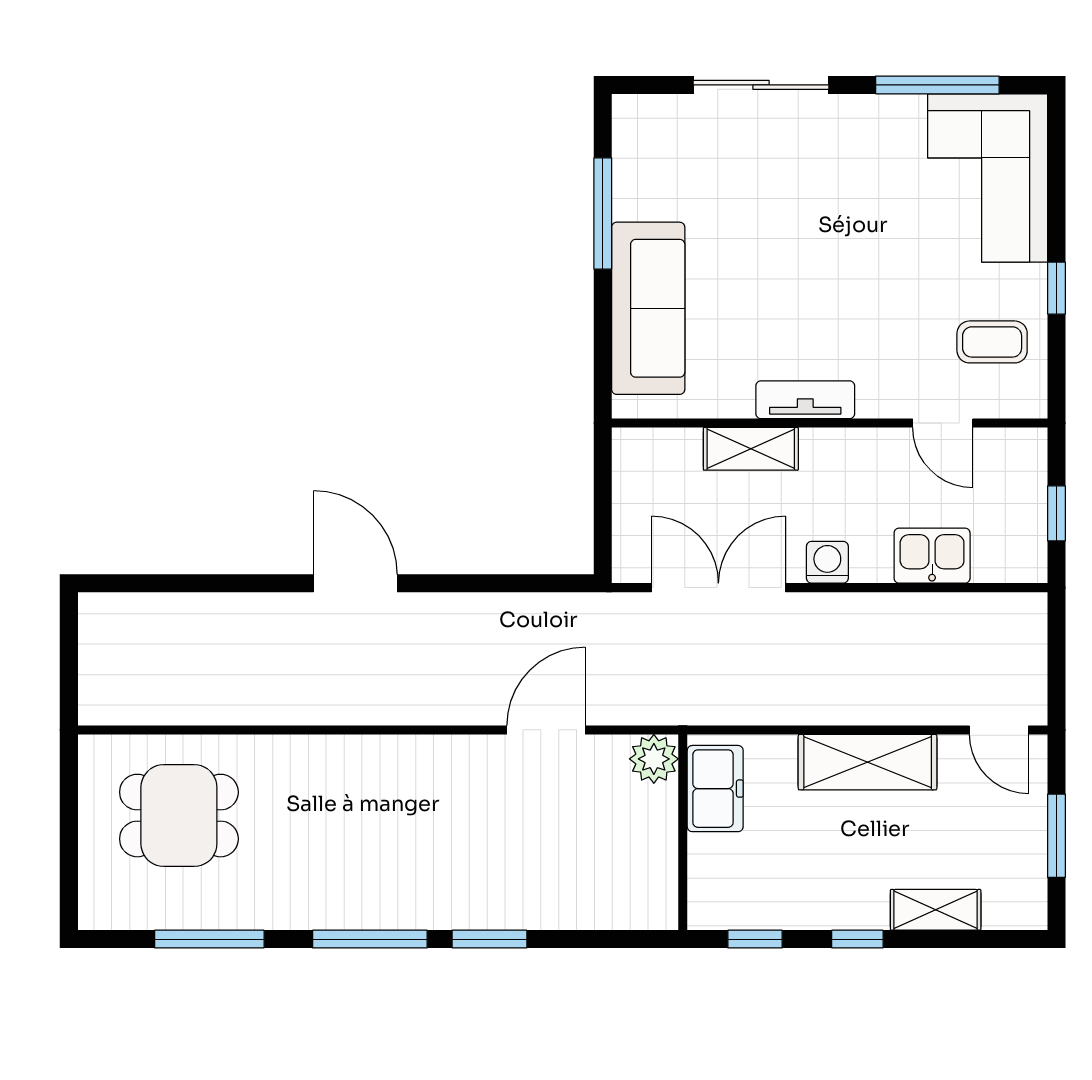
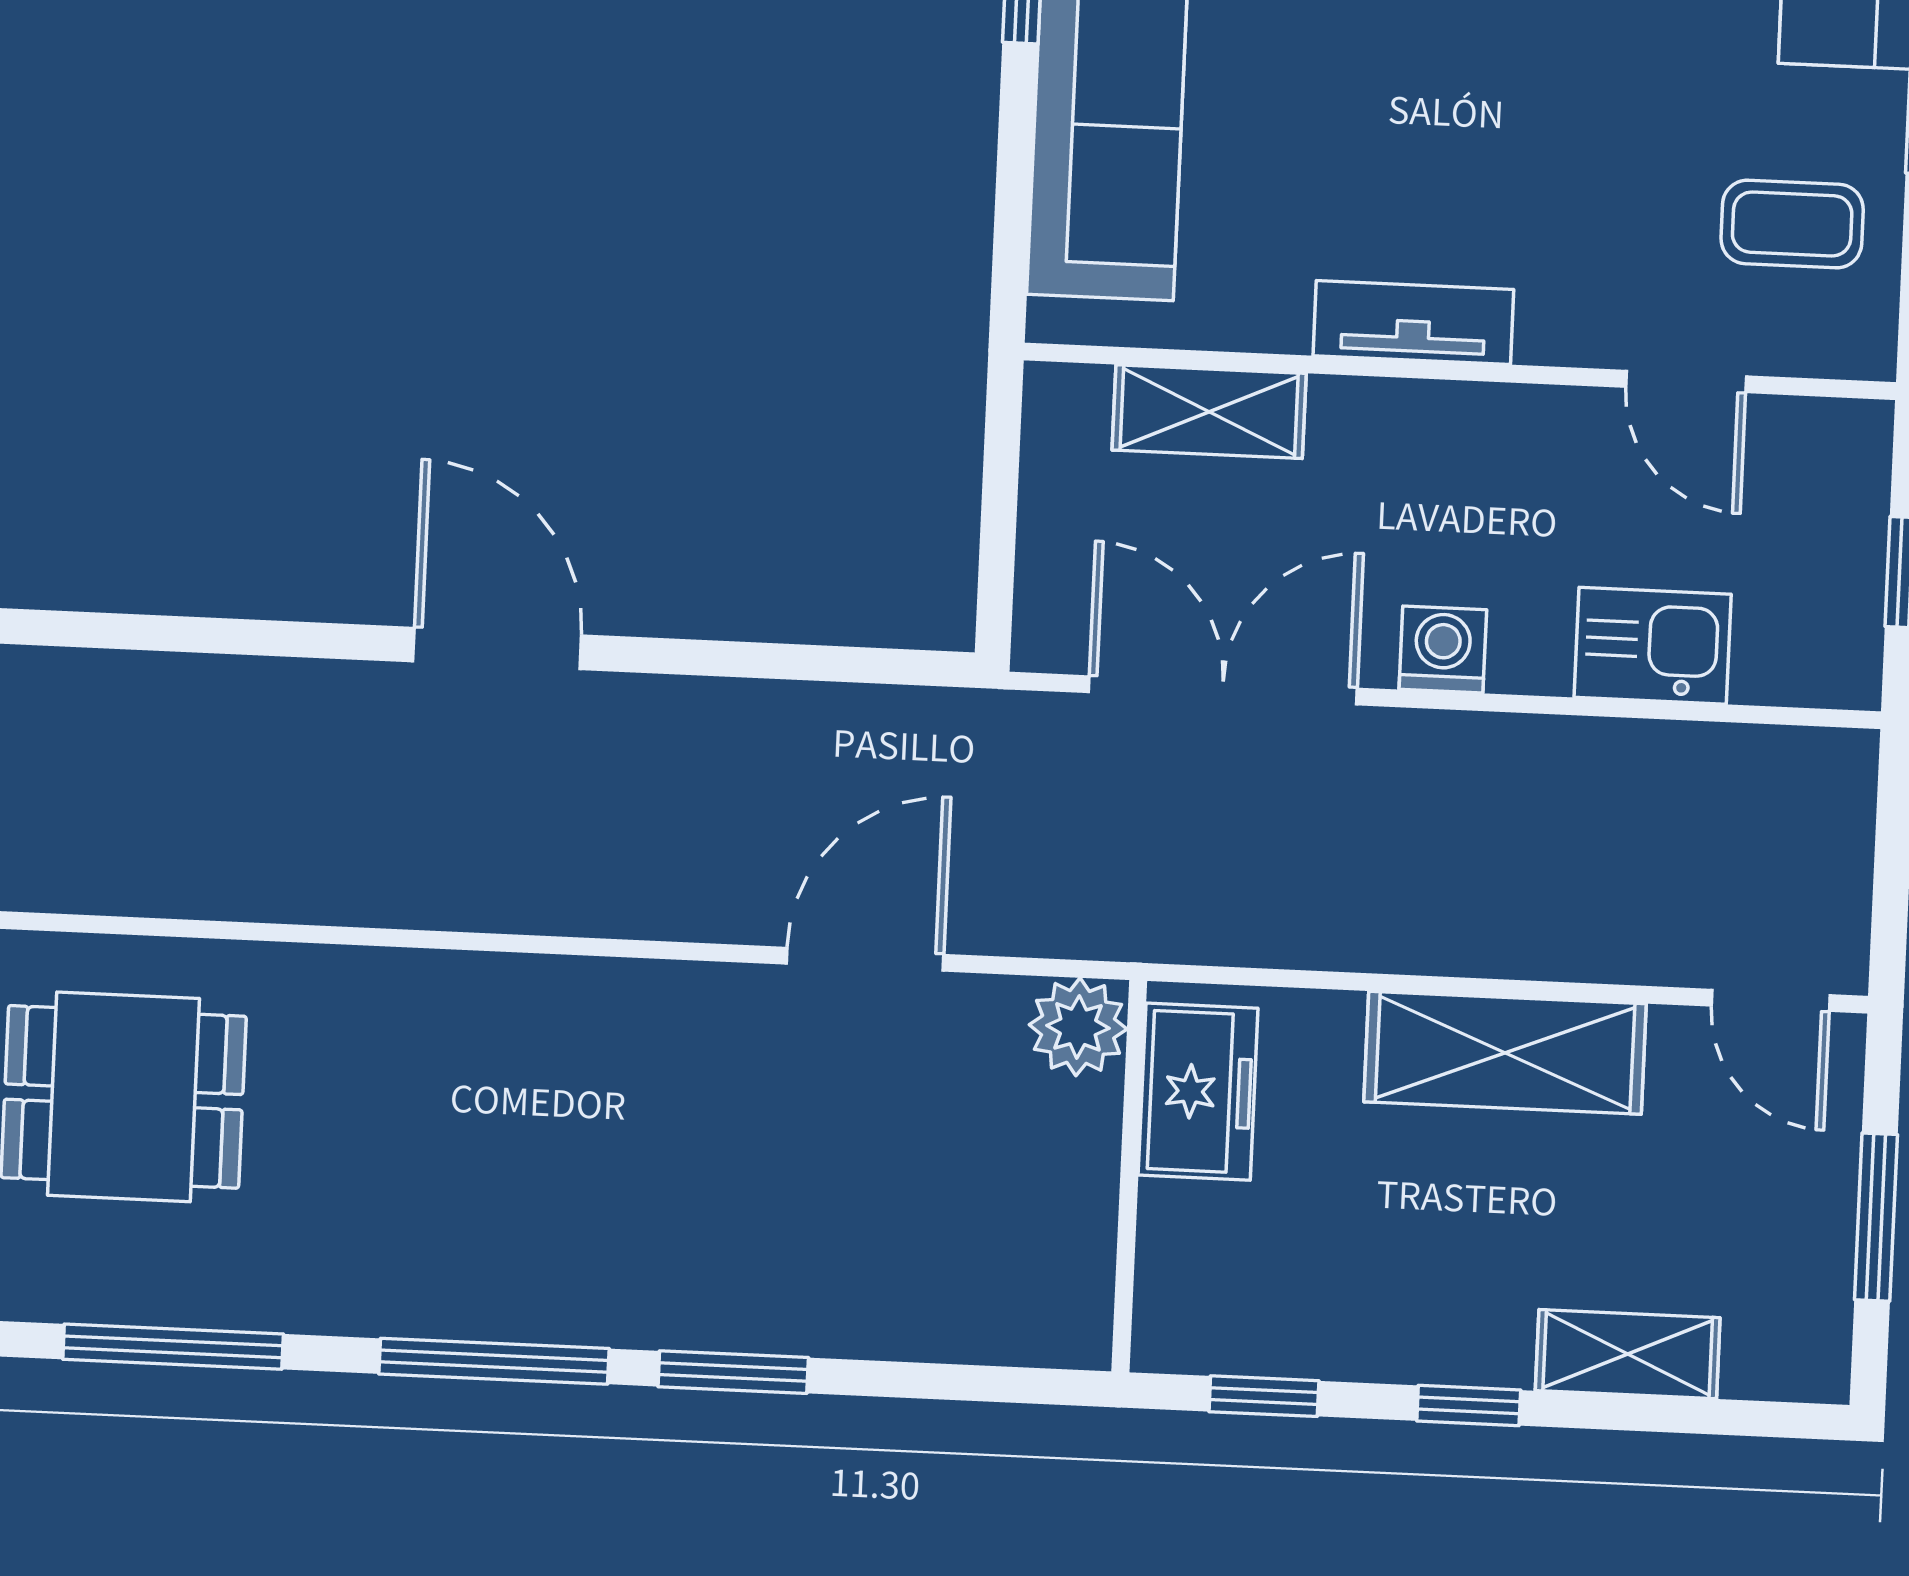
shelving: (751, 449) -> (1209, 412), moved

